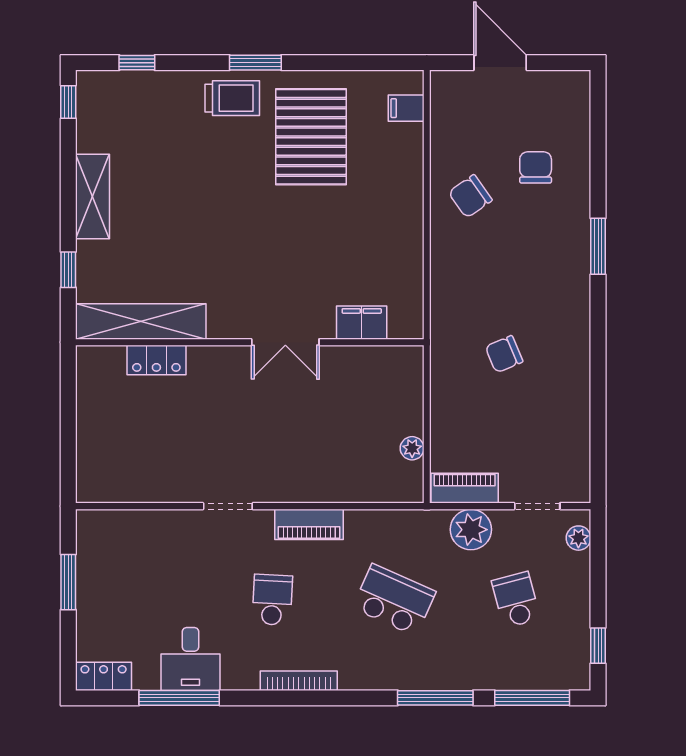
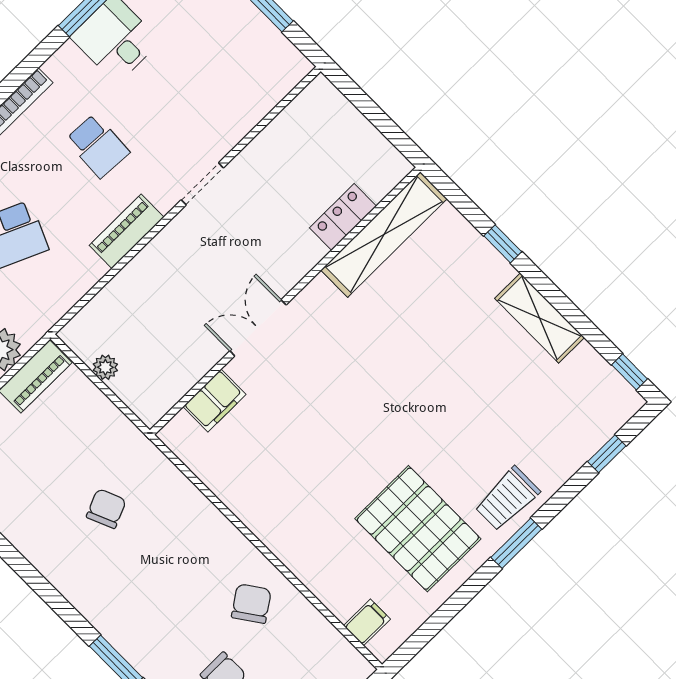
shelving: (141, 321) -> (384, 234), moved
filing cabinet: (362, 323) -> (214, 401), moved
wall: (250, 342) -> (285, 301), moved
double door: (285, 342) -> (258, 328), moved
locker: (156, 360) -> (343, 217), moved

